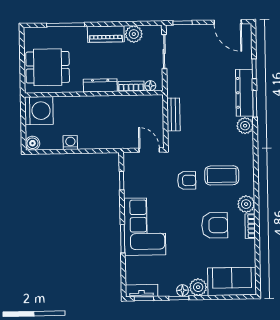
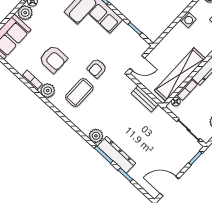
shelving: (124, 105) -> (180, 74), added
armchair: (215, 225) -> (53, 59), turned -90

